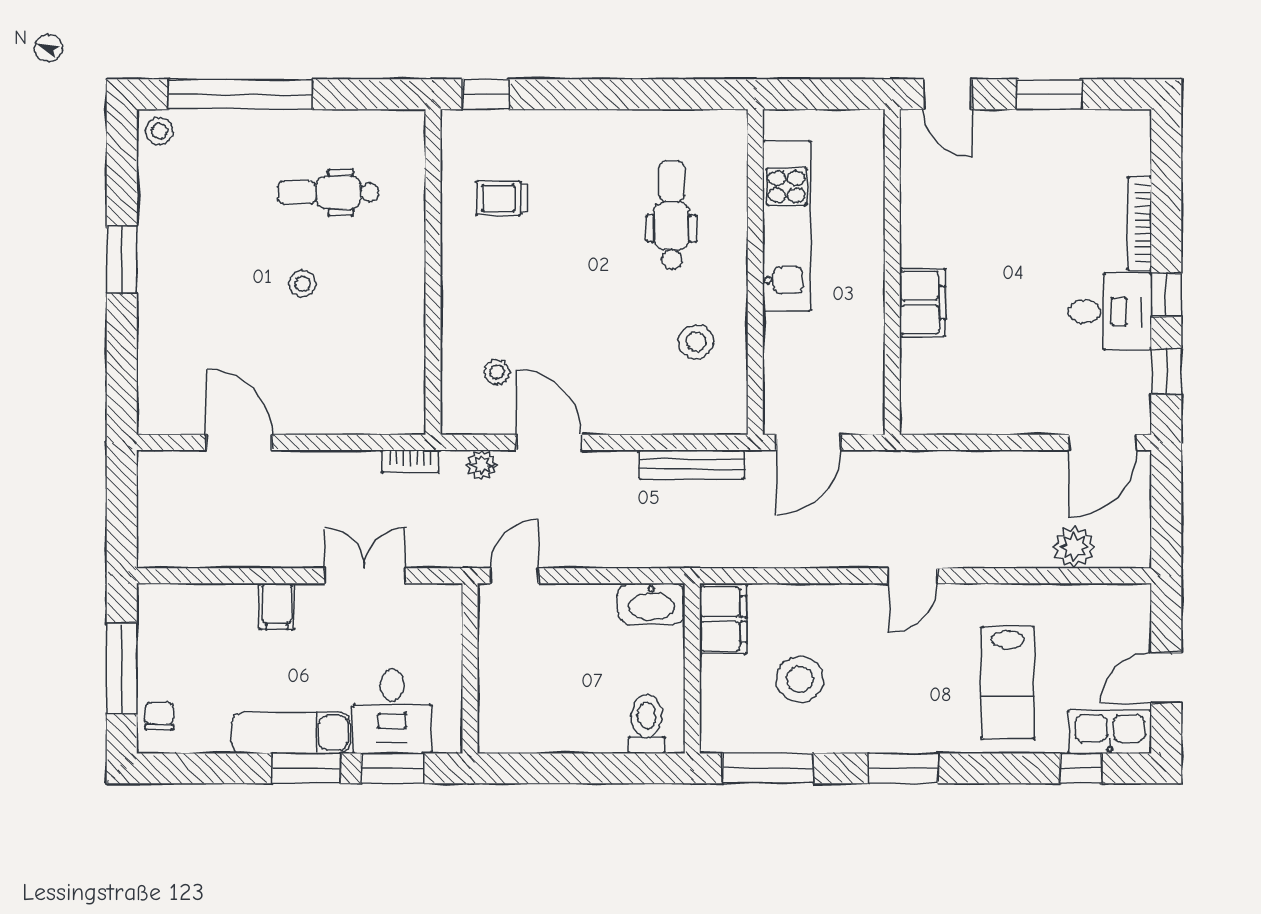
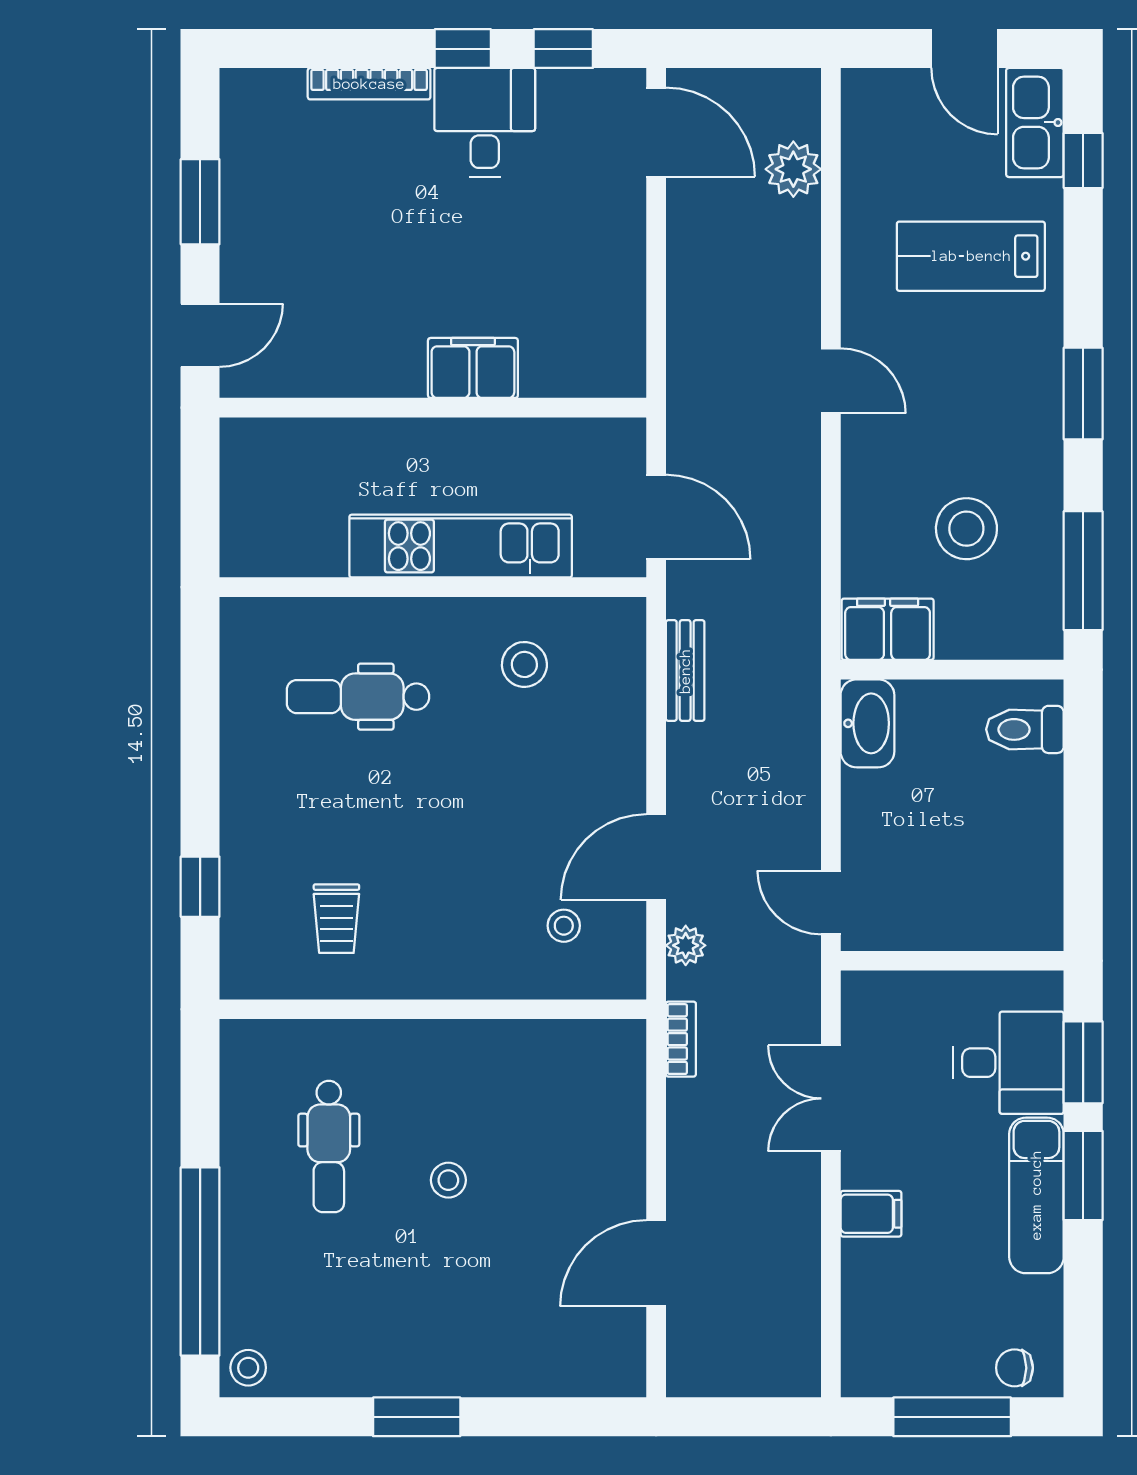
window: (486, 94) -> (200, 887), moved
kitchen unit: (787, 226) -> (461, 546), moved
bench: (692, 465) -> (685, 671), width x0.73
lab bench: (1008, 683) -> (971, 256), turned 180

